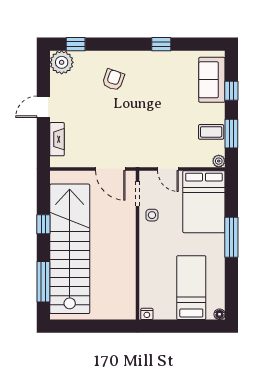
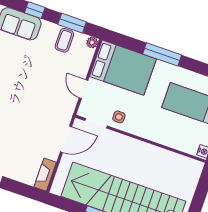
fireplace: (57, 139) -> (45, 175), moved, turned -90
door: (168, 169) -> (84, 89), swing flipped

